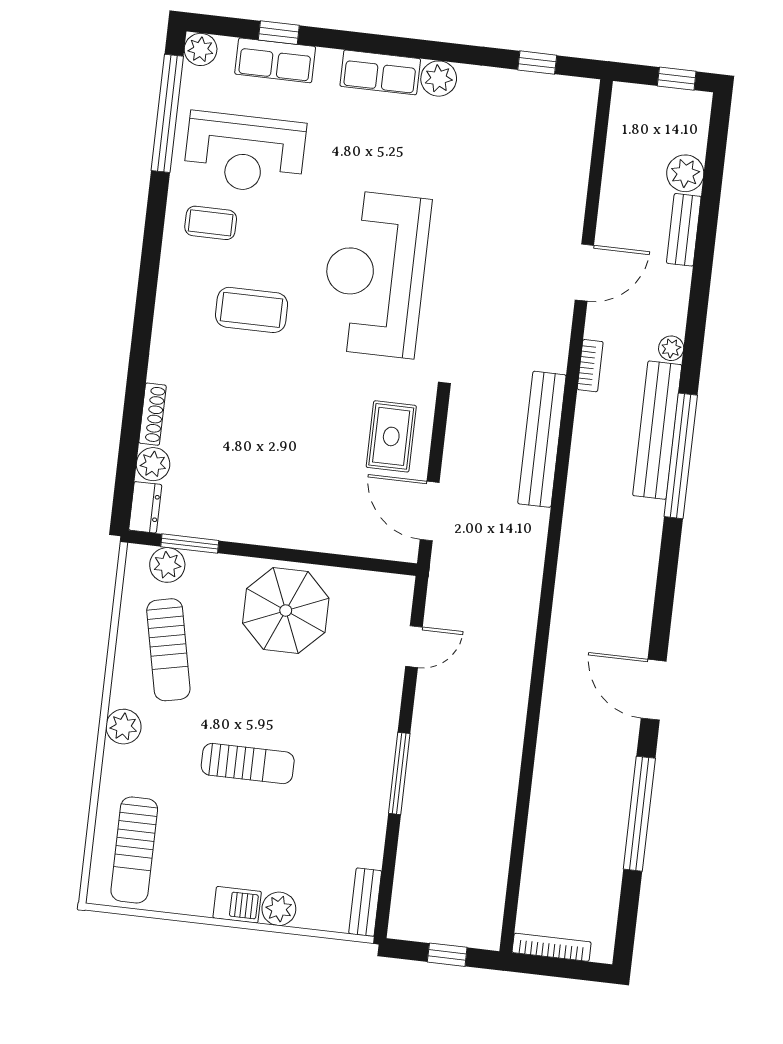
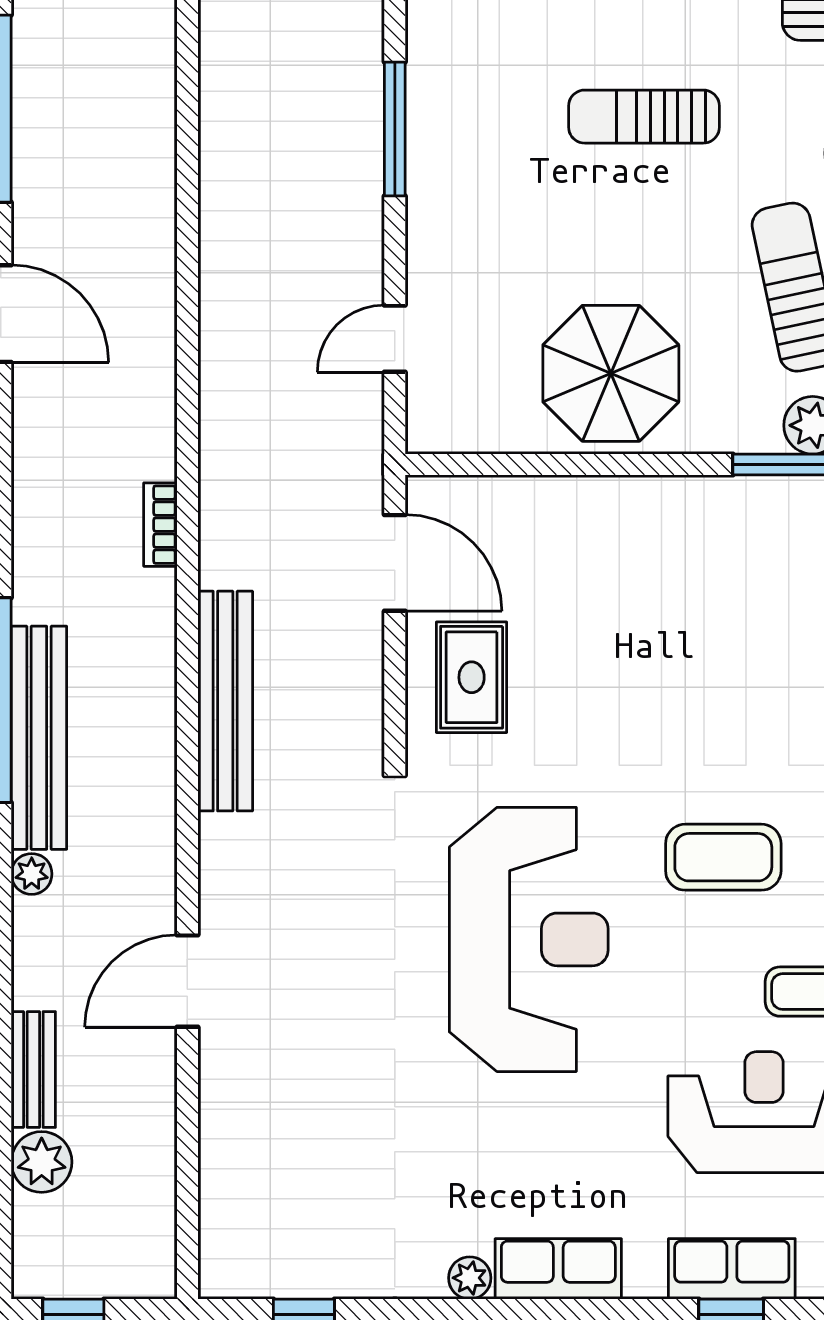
plant: (439, 79) -> (470, 1278), width x0.73, depth x0.73
bookcase: (590, 366) -> (160, 525), moved

